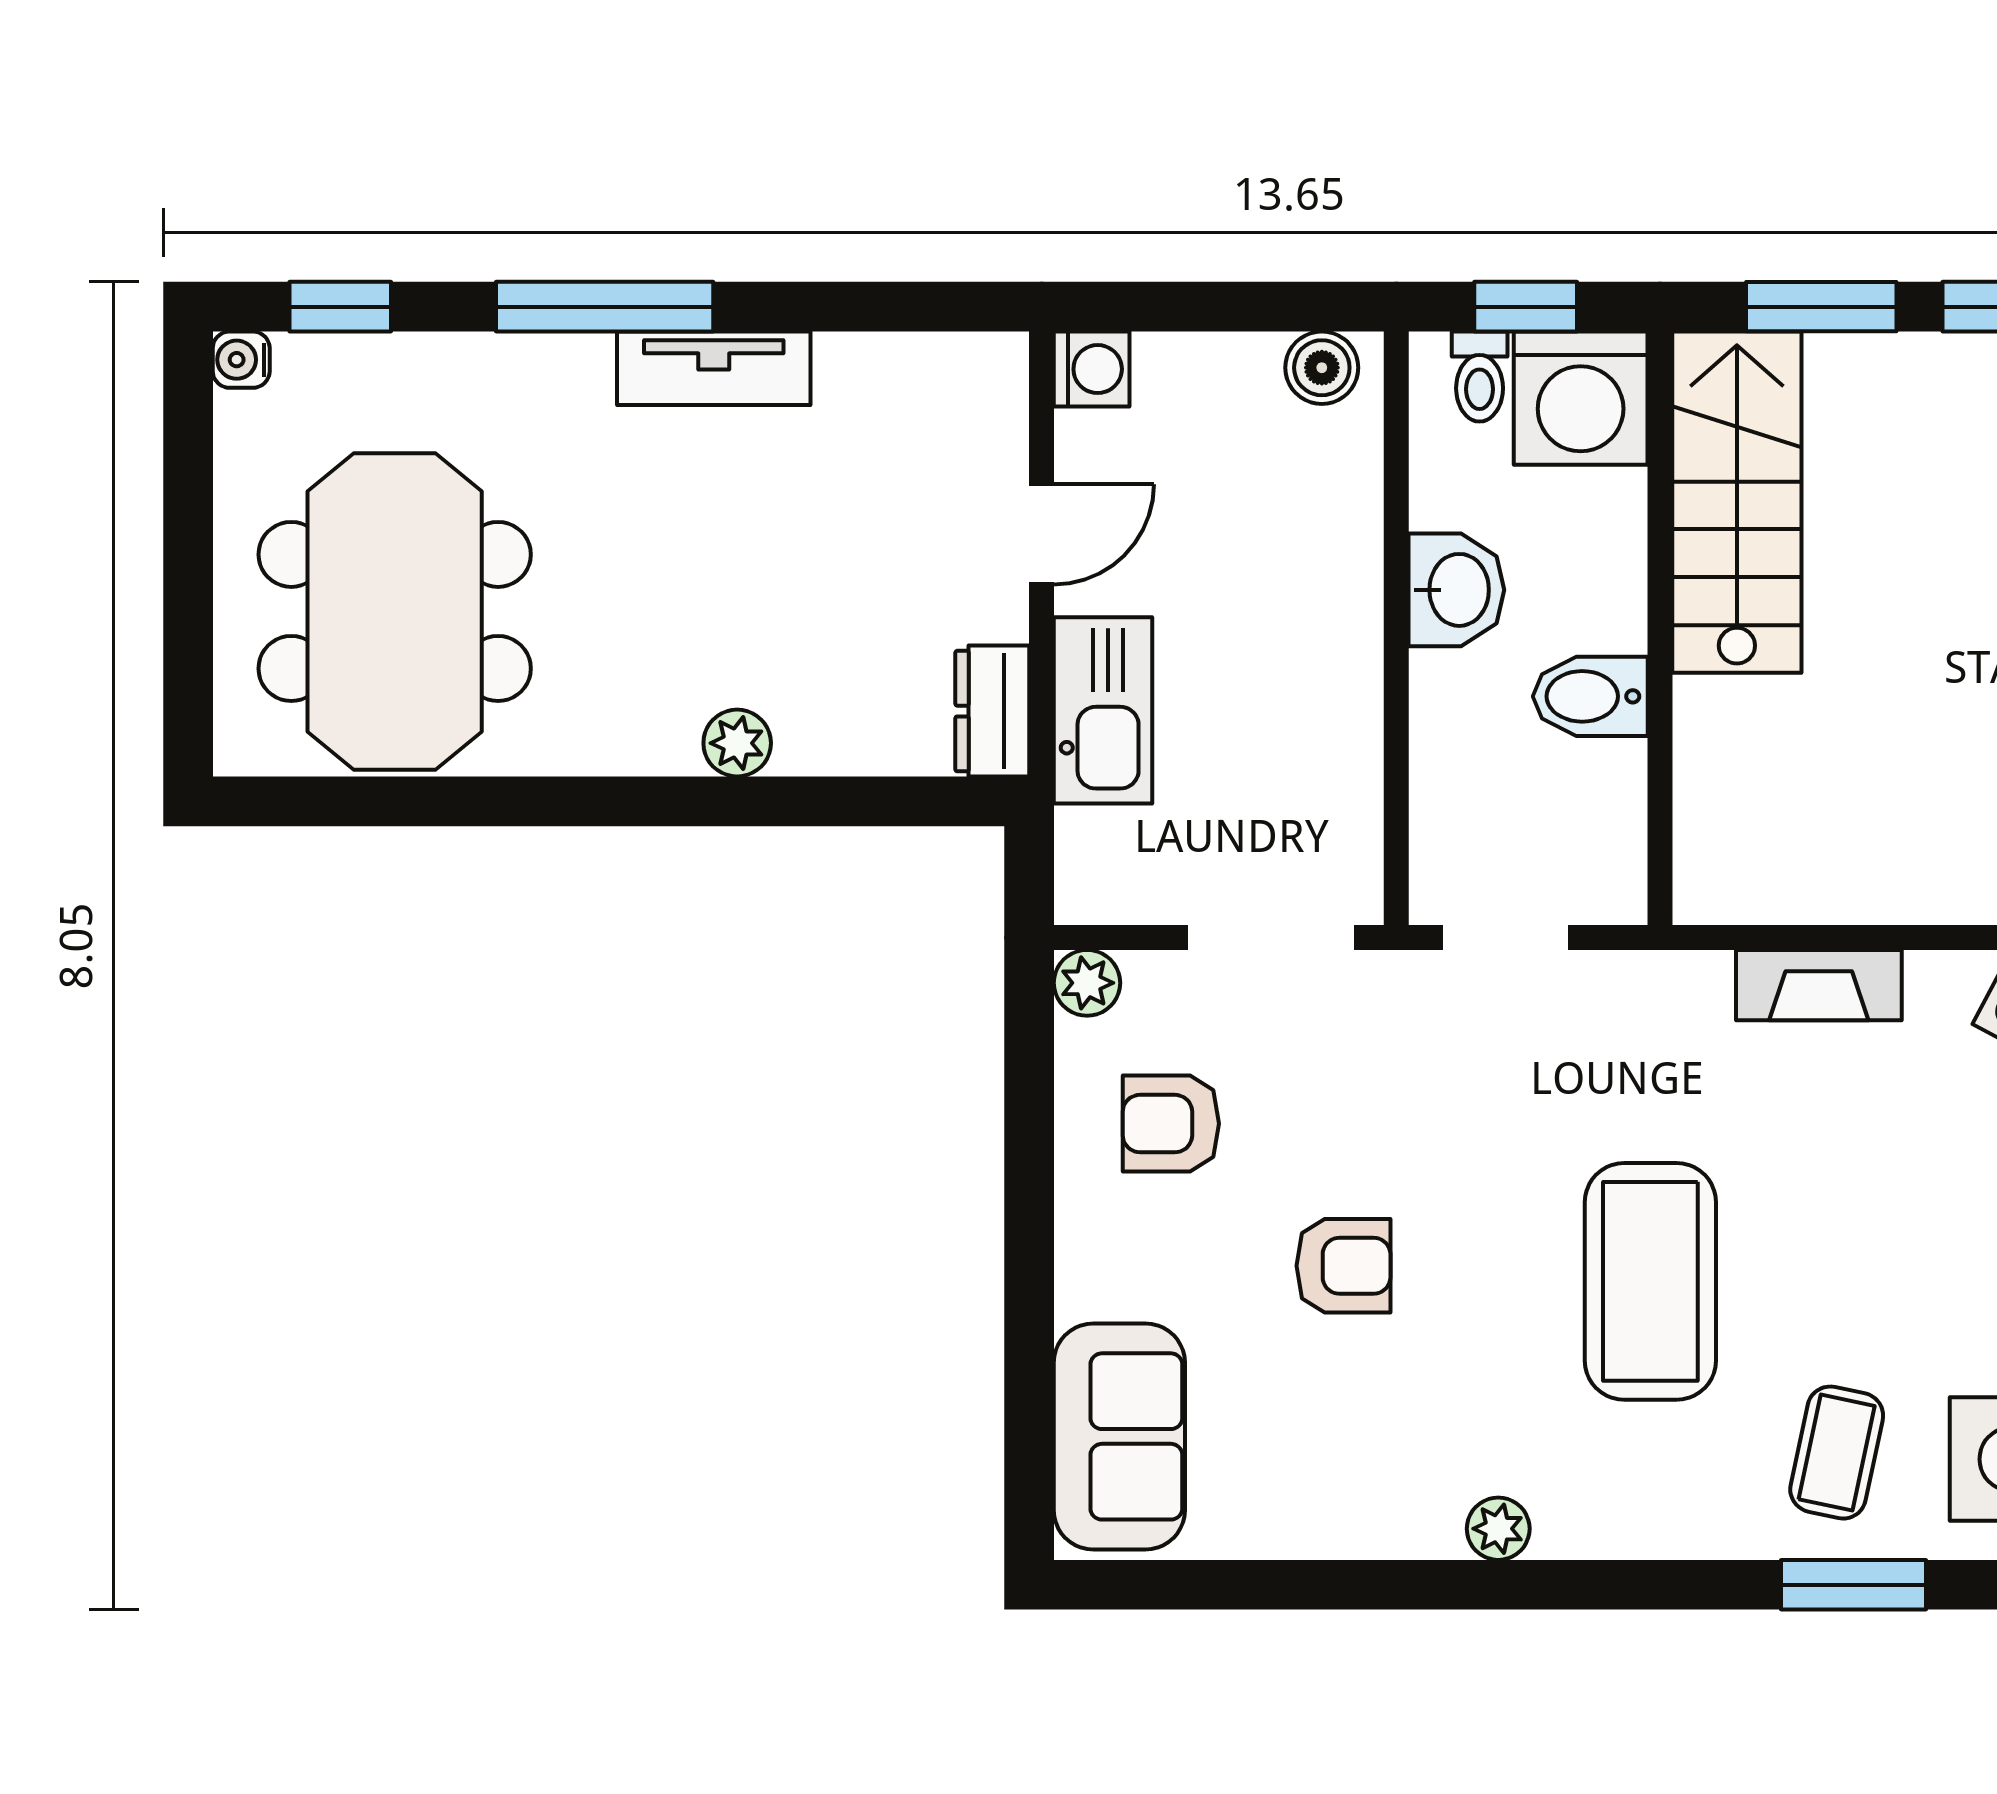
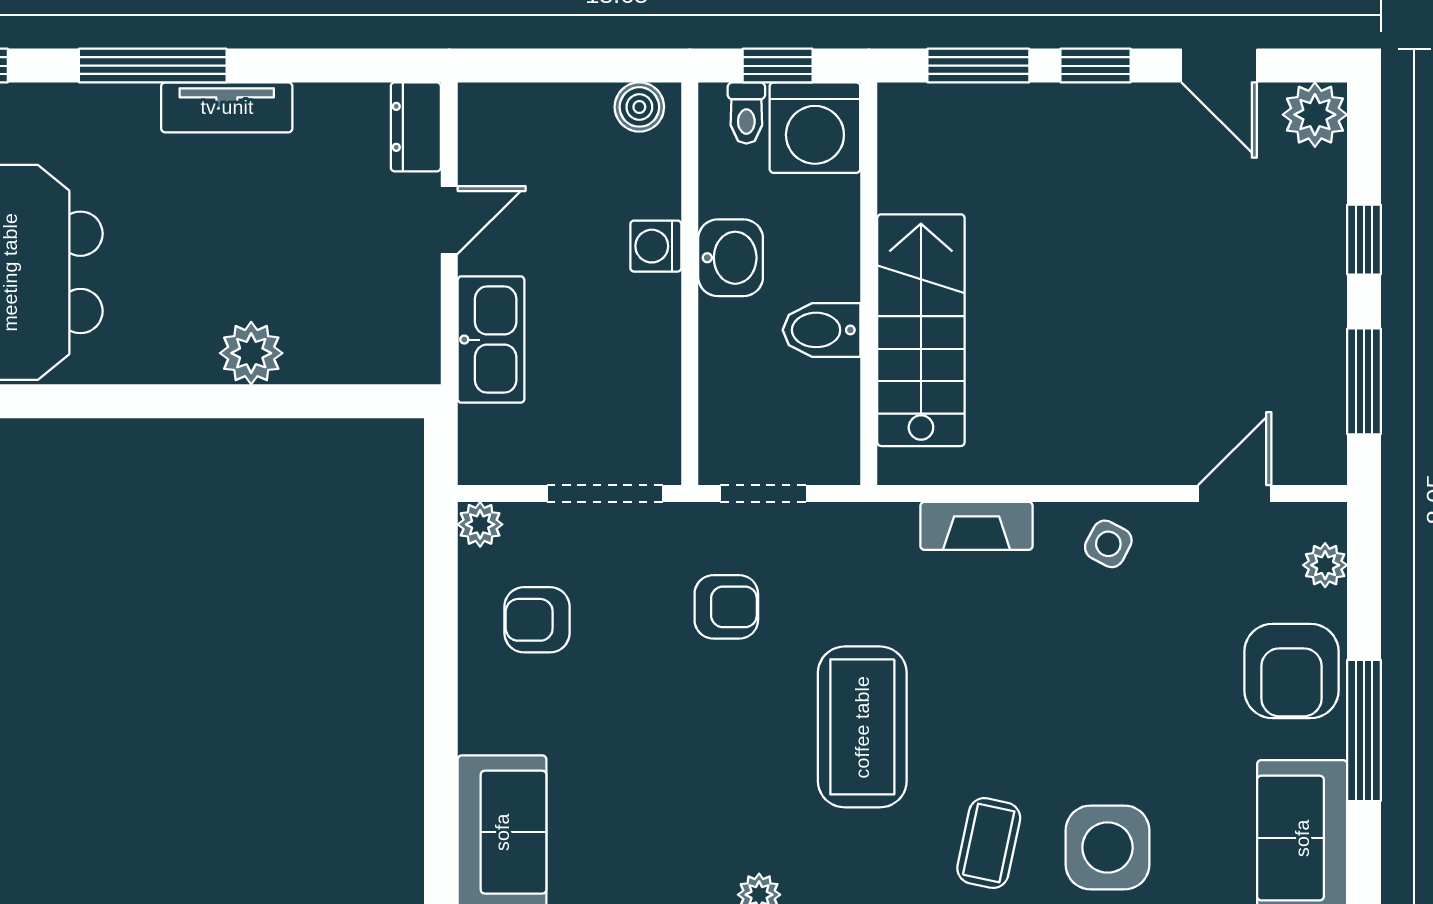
washing machine: (1092, 369) -> (656, 246), moved, turned 180
stairs: (1737, 502) -> (921, 330), moved
dresser: (992, 711) -> (416, 127), moved
plant: (737, 743) -> (251, 353), width x1.38, depth x1.38
armchair: (1343, 1266) -> (726, 607), moved

